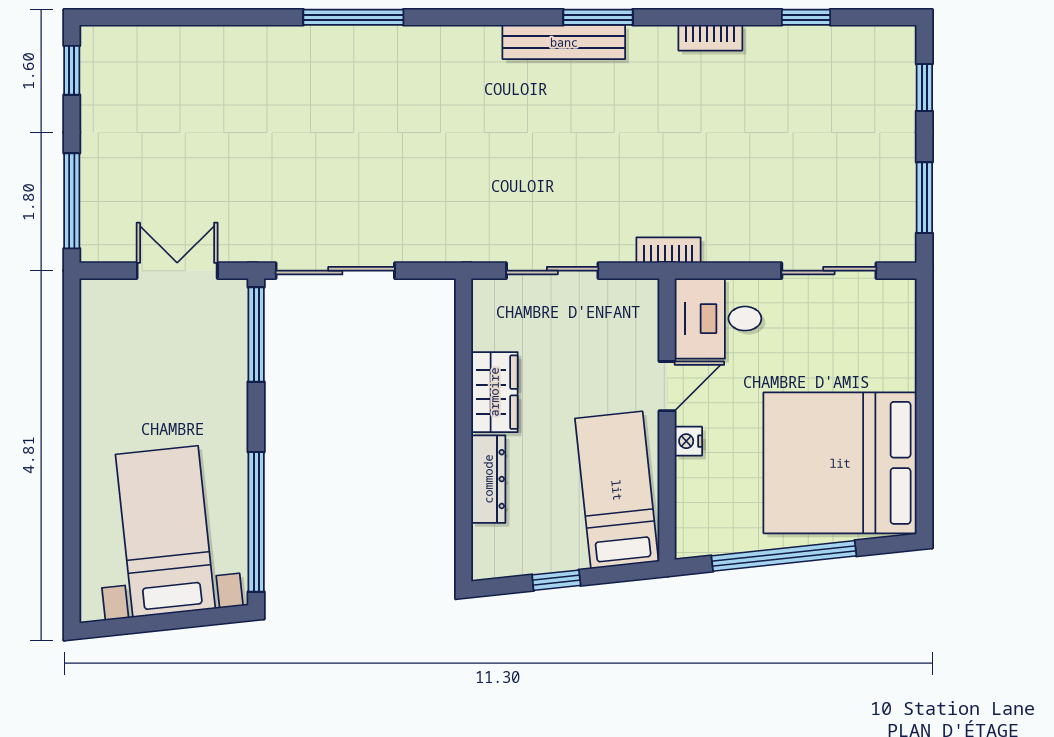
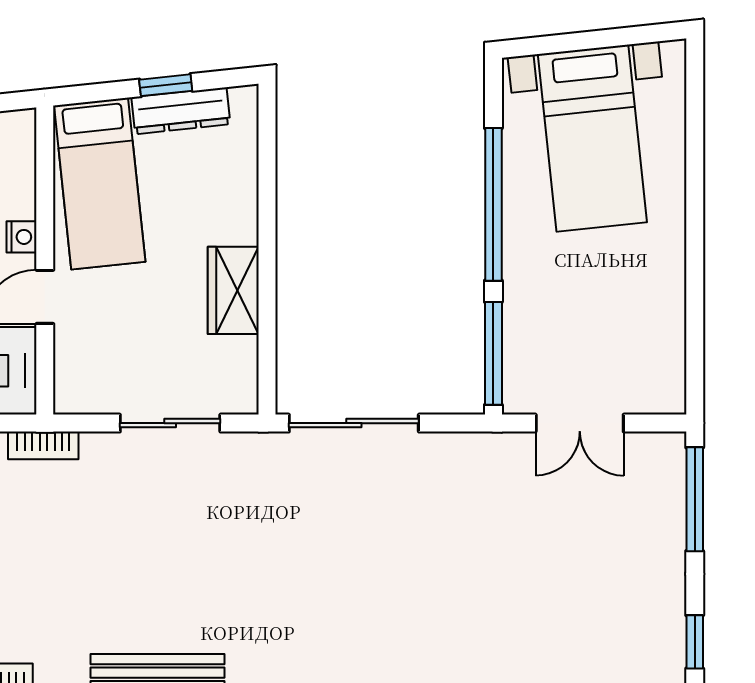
sliding door: (335, 271) -> (354, 423), moved
dresser: (488, 479) -> (181, 111), moved, turned -96
window: (256, 522) -> (493, 204), moved

